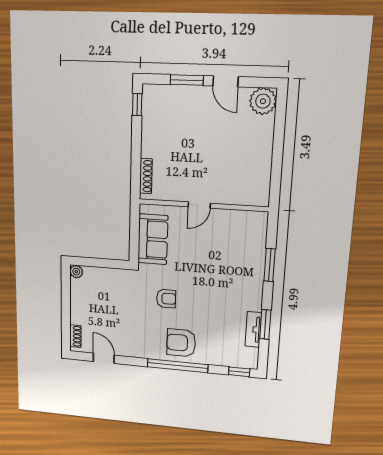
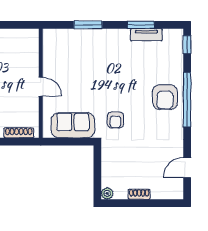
armchair: (166, 299) -> (115, 120), moved, turned 180
shoe rack: (75, 336) -> (139, 194), moved

